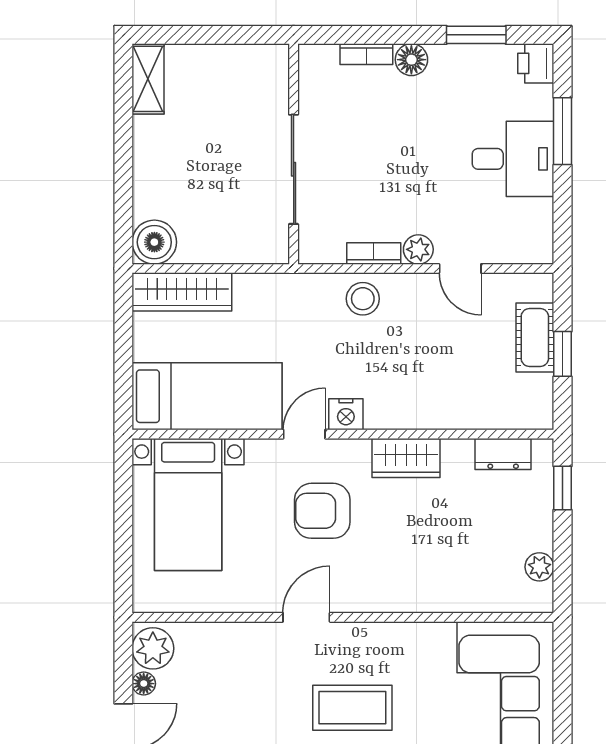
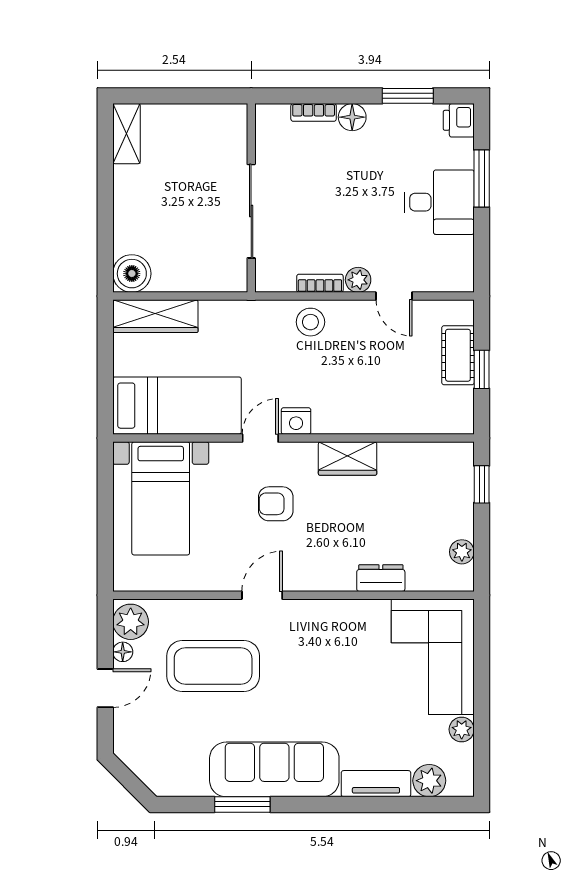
dresser: (503, 454) -> (381, 578), moved, turned 180
armchair: (322, 511) -> (276, 504), width x0.72, depth x0.72
coffee table: (352, 708) -> (213, 666), moved, width x1.36, depth x1.32

